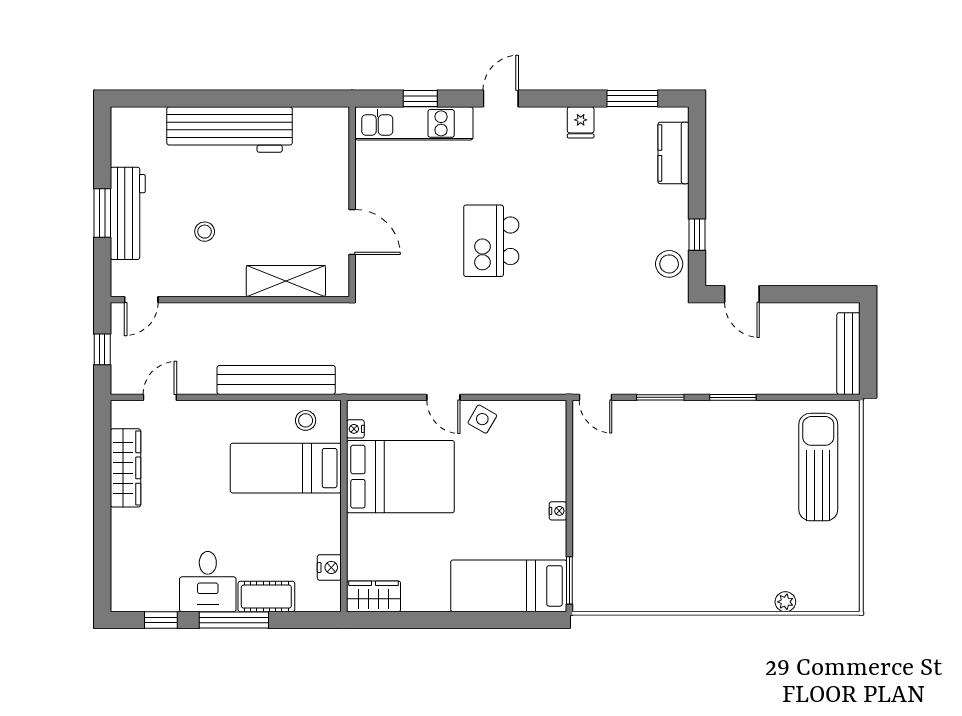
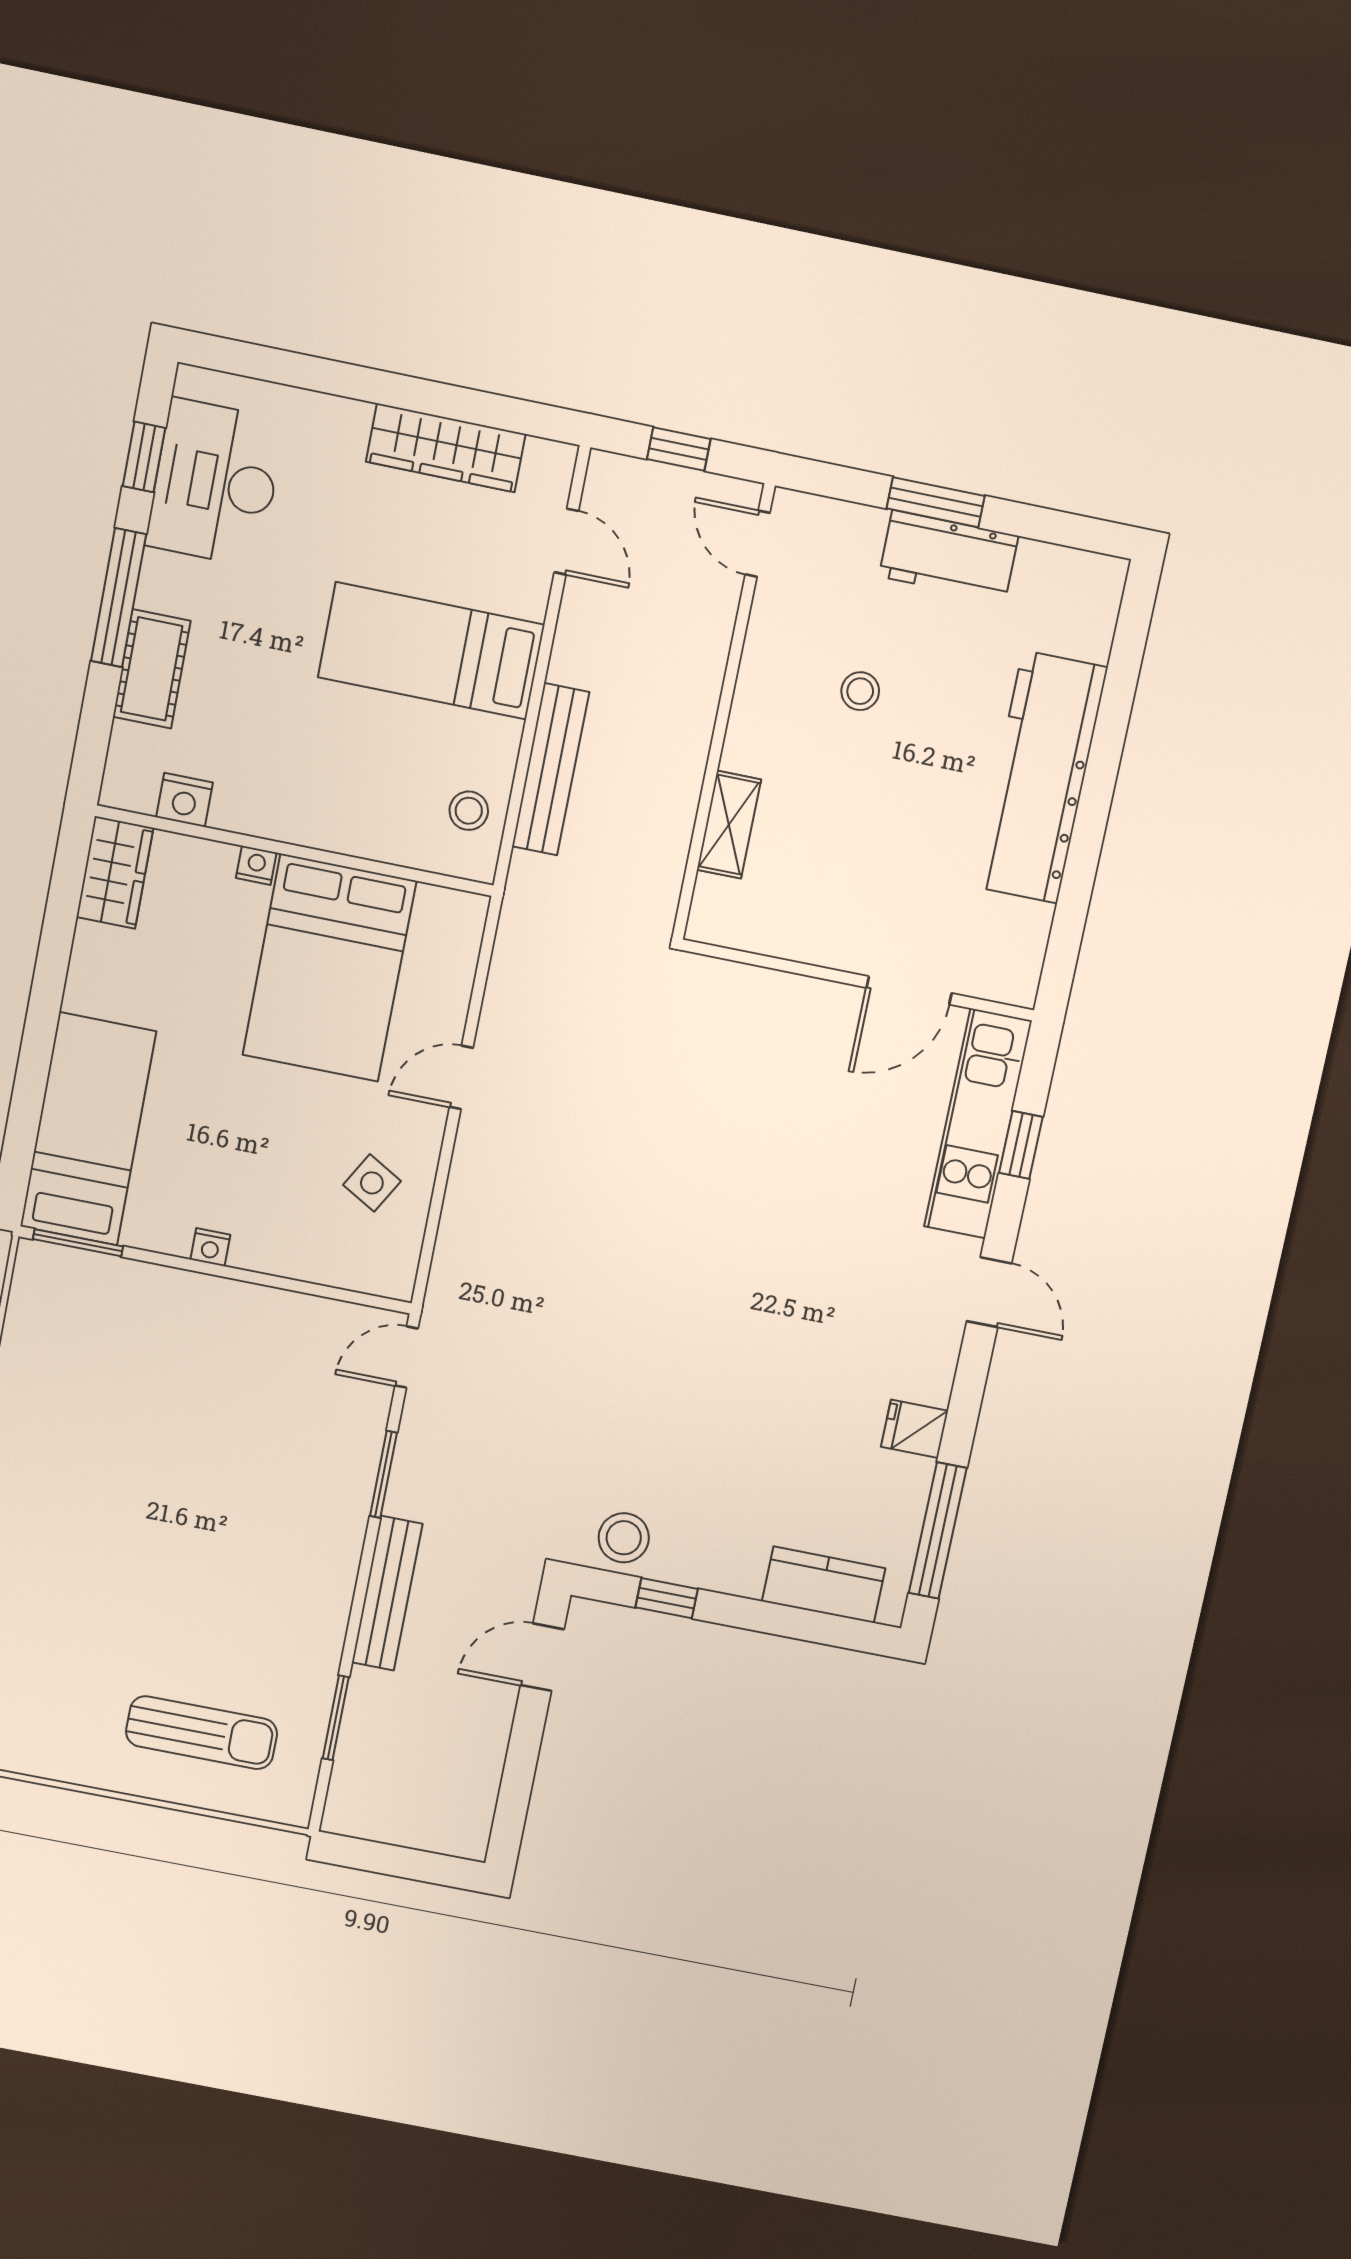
window: (632, 99) -> (938, 1531), width x1.44
workbench: (128, 213) -> (949, 556), width x0.73
door: (352, 232) -> (909, 990), moved
kitchen island: (491, 241) -> (732, 1223), removed
shelving: (286, 281) -> (729, 825), width x0.67, depth x0.75
bench: (848, 354) -> (387, 1593), moved, turned 90
bench: (276, 380) -> (551, 769), width x0.73, depth x0.82
window: (733, 397) -> (336, 1718), moved
side table: (482, 419) -> (372, 1183), moved
nightstand: (355, 429) -> (256, 865), moved
sun lounger: (818, 467) -> (202, 1733), width x0.73, depth x0.75
bed: (286, 468) -> (431, 651), moved, turned -90
desk: (208, 582) -> (215, 483), moved, width x1.37

